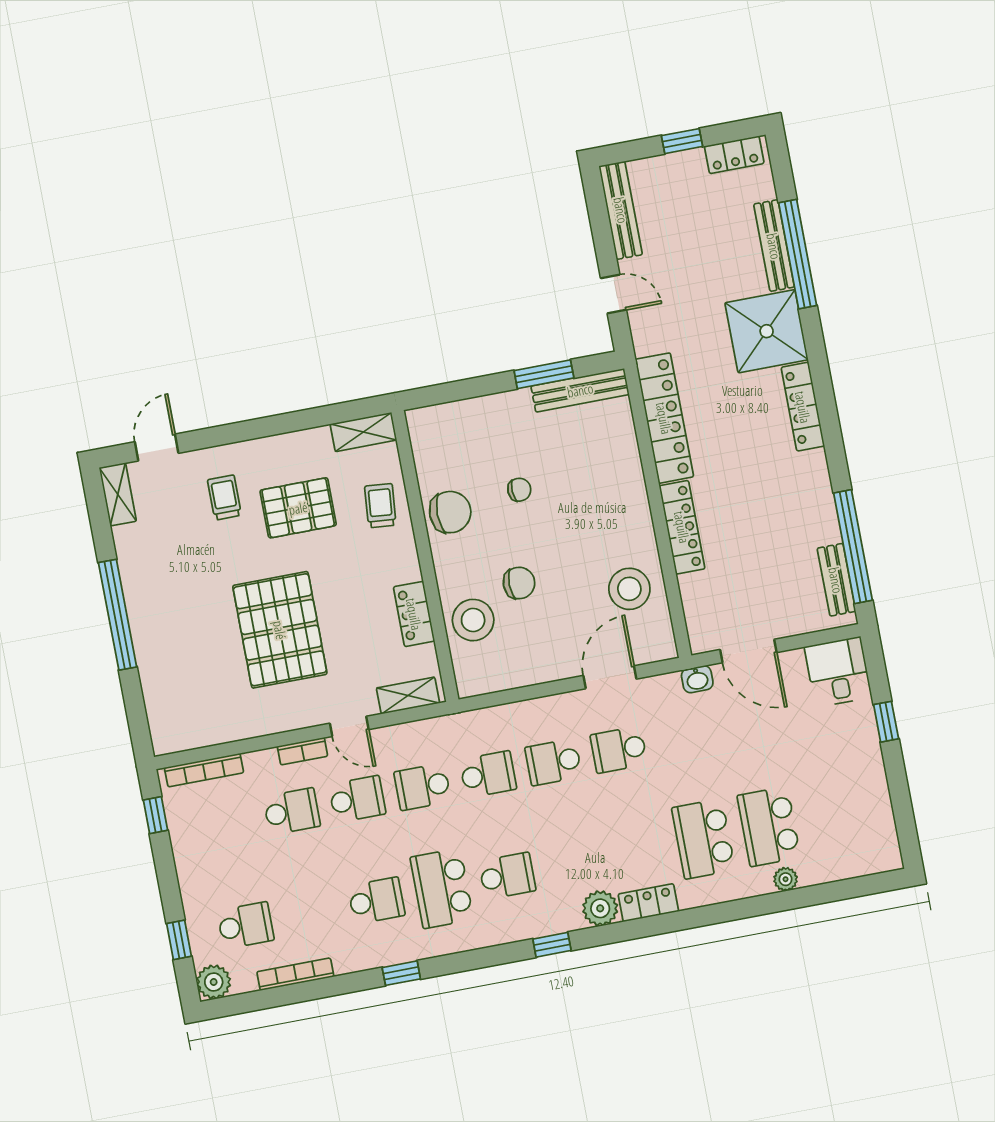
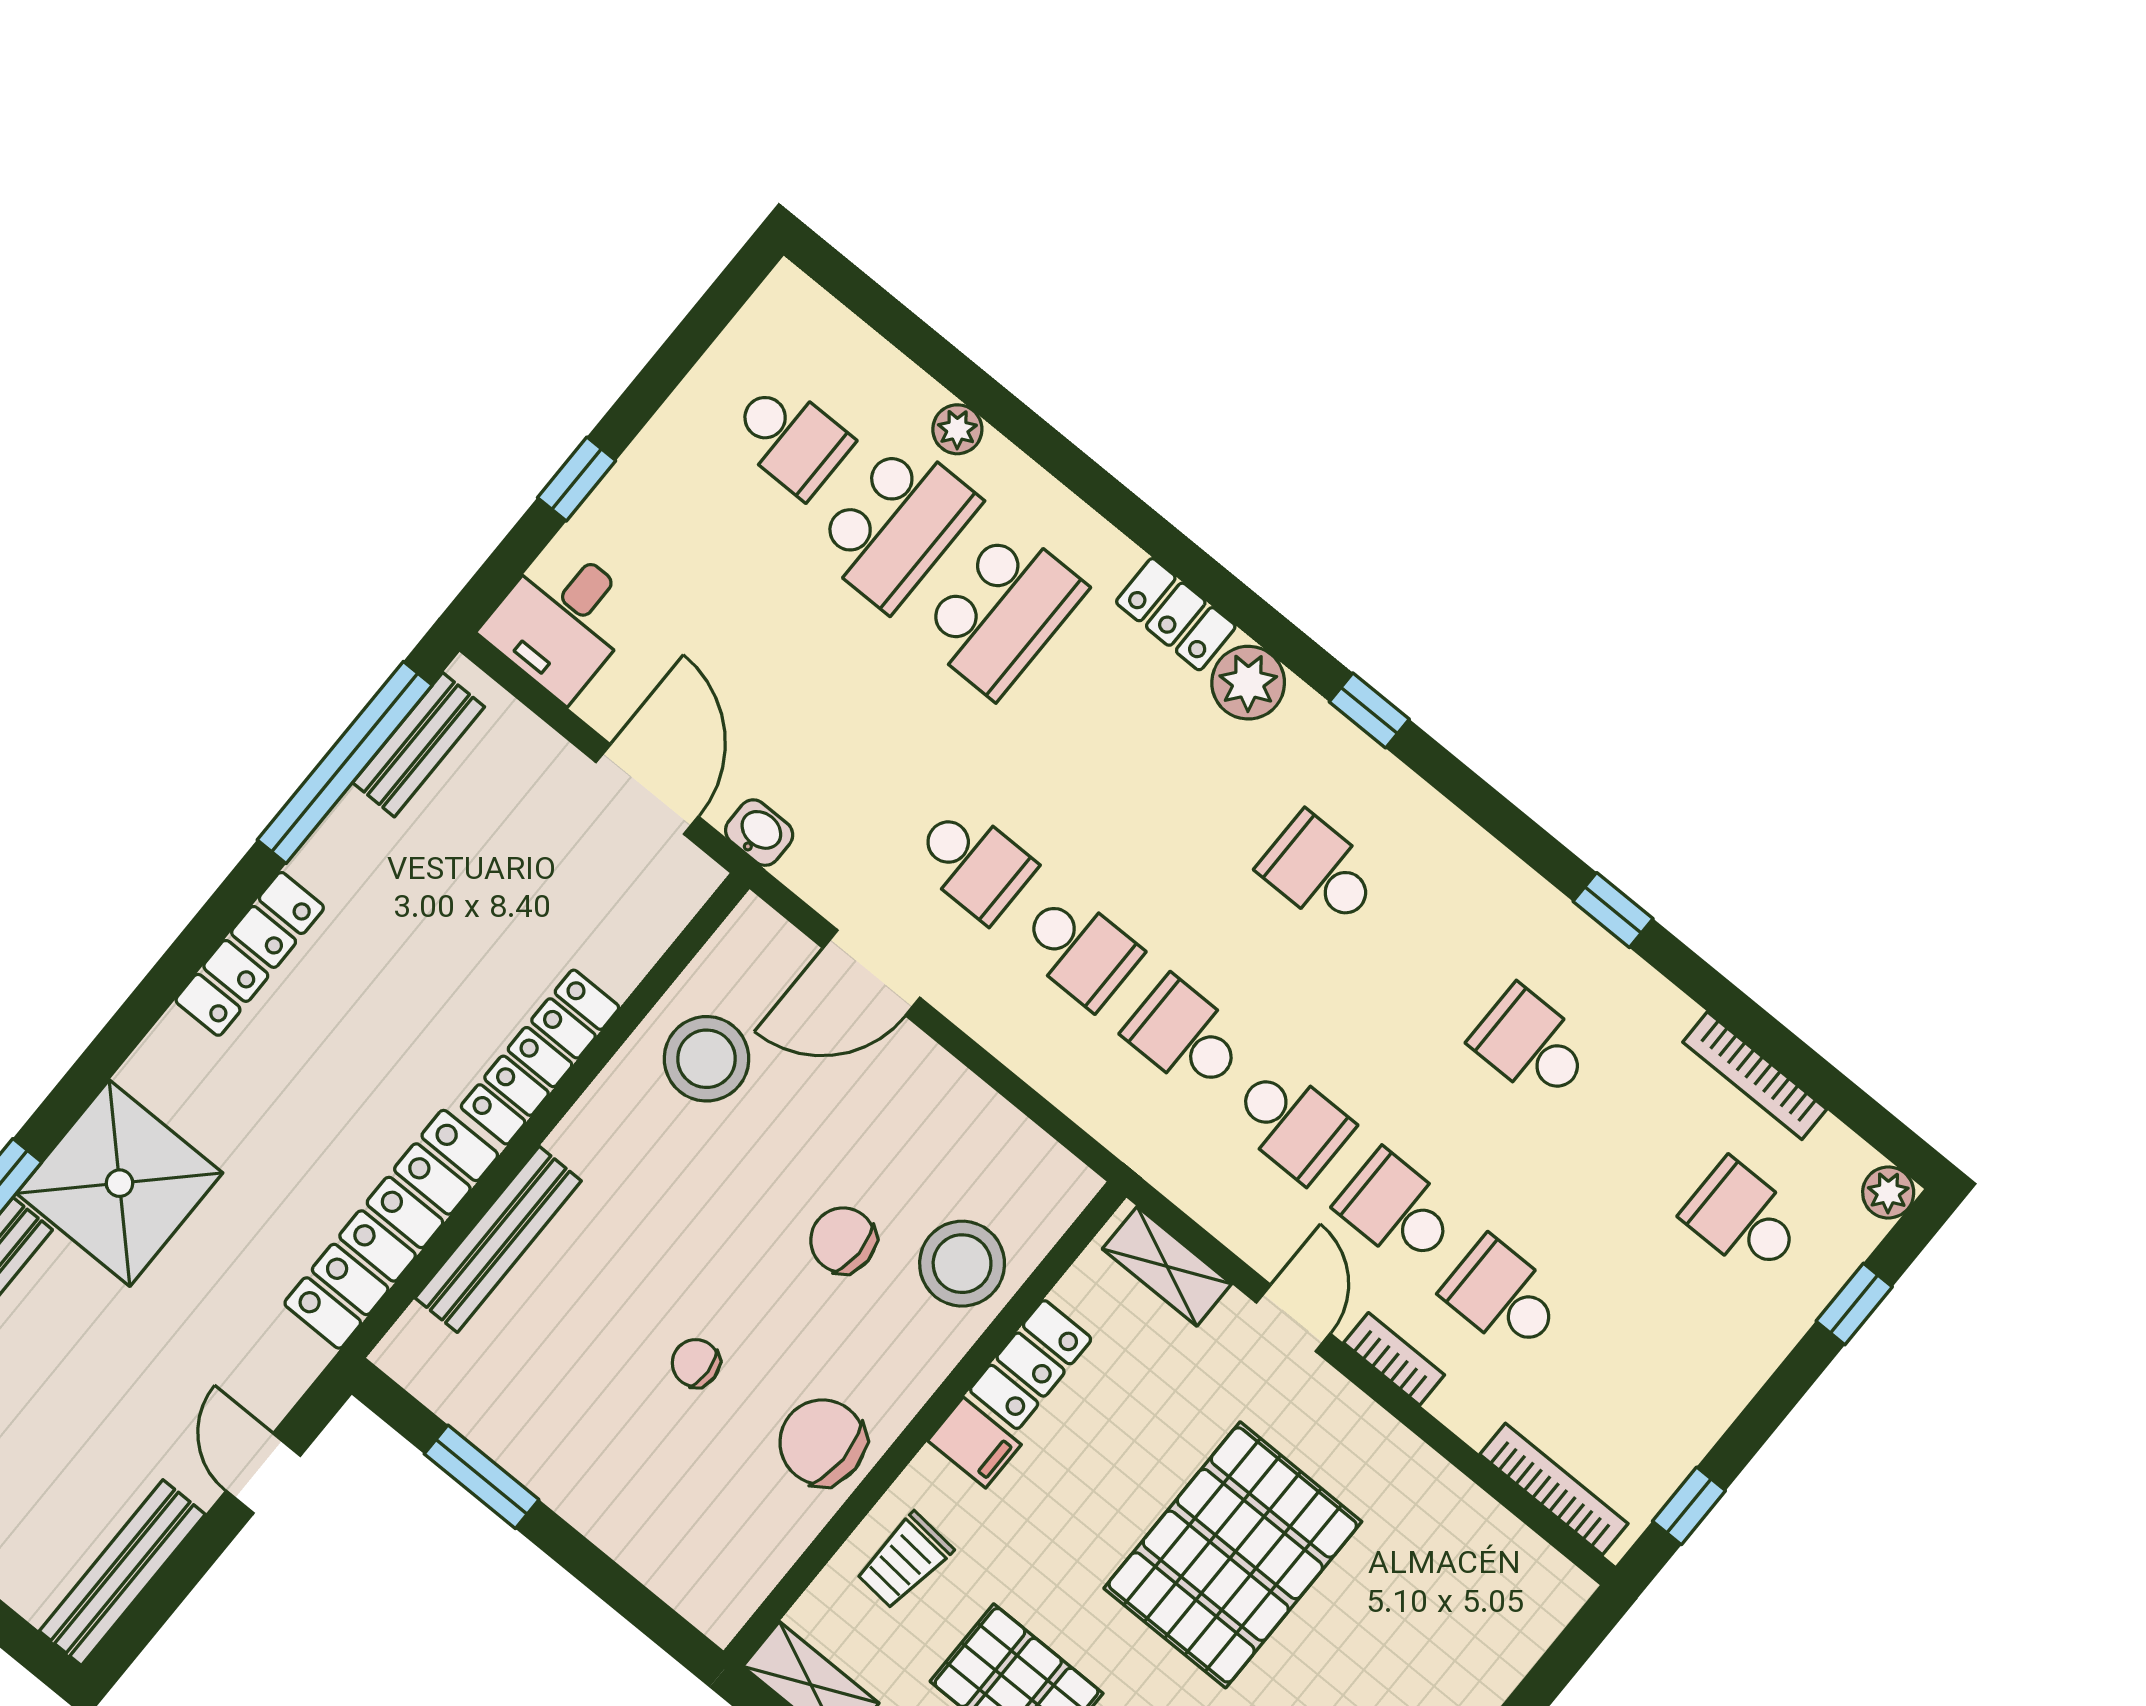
bench: (580, 390) -> (498, 1239), moved, turned 90
locker: (803, 407) -> (250, 954), moved
filing cabinet: (403, 569) -> (974, 1443), added
school desk: (442, 888) -> (791, 438), moved, width x0.54
plant: (214, 982) -> (1888, 1193), width x0.73, depth x0.73

